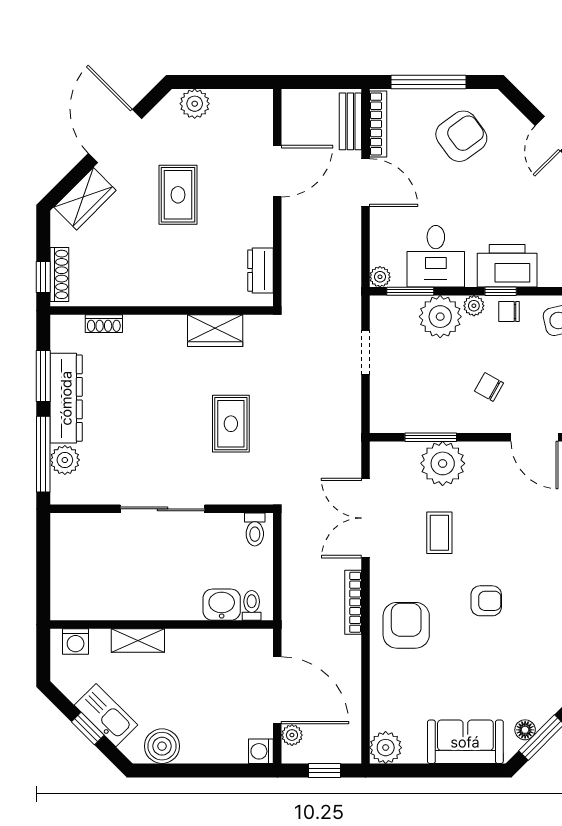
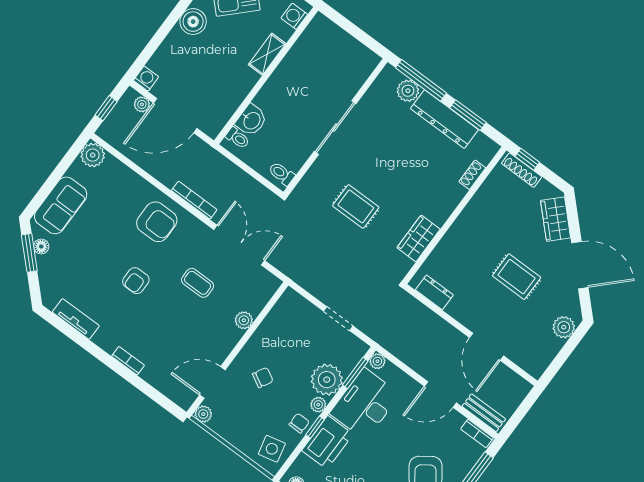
bookcase: (378, 124) -> (477, 433), width x0.64
desk: (436, 256) -> (365, 404), width x1.37
window: (431, 437) -> (259, 320), removed
plant: (443, 463) -> (244, 320), width x0.53, depth x0.53

